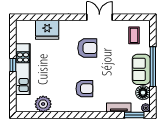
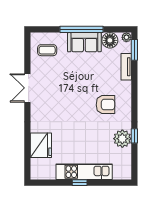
armchair: (87, 48) -> (61, 101), removed
armchair: (84, 89) -> (105, 105), turned 90
plant: (43, 104) -> (122, 139), moved
window: (56, 115) -> (134, 136), added

